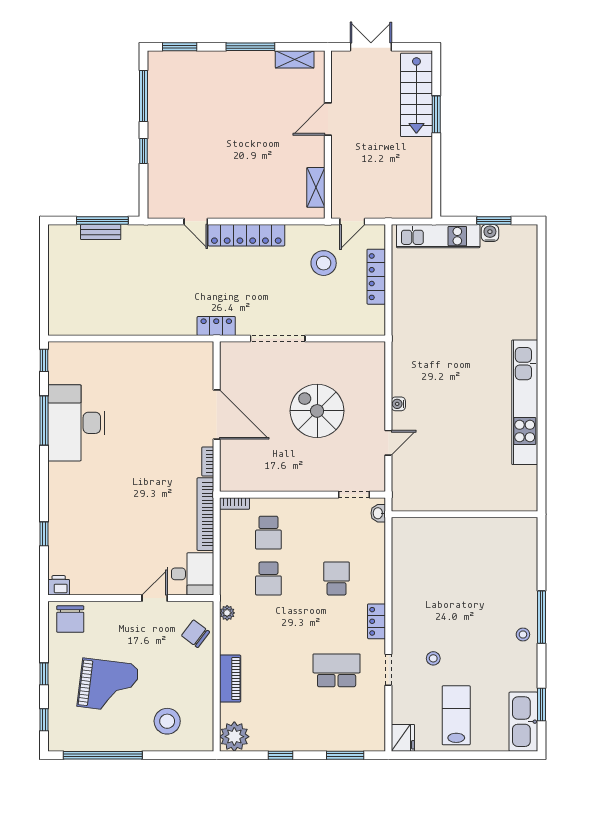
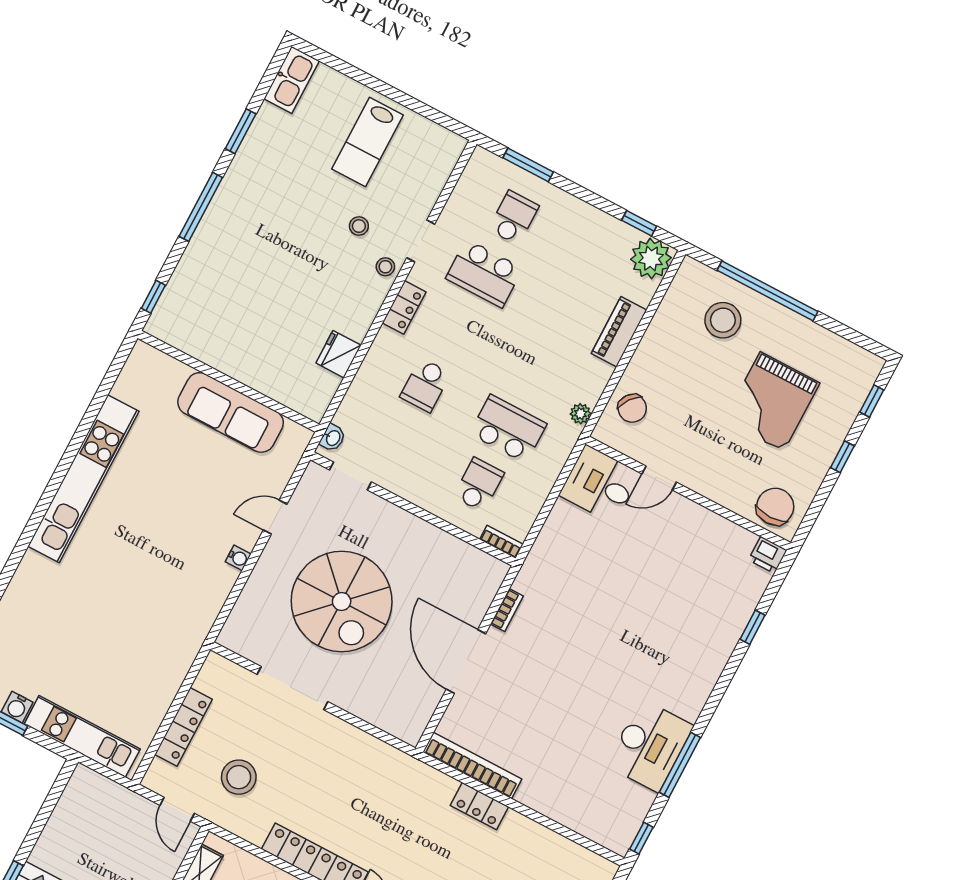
door: (352, 221) -> (177, 809), swing flipped
locker: (216, 326) -> (479, 806), moved
doorway: (278, 339) -> (292, 688), moved
spiral stairs: (317, 411) -> (342, 601), width x1.37, depth x1.37
desk: (76, 423) -> (650, 746), width x0.73, depth x0.77
sofa: (453, 495) -> (231, 412), added
bookcase: (205, 514) -> (472, 766), moved, turned -90
window: (542, 543) -> (153, 297), added
school desk: (268, 579) -> (508, 429), width x1.85
stool: (523, 635) -> (385, 267), moved
grand piano: (108, 686) -> (772, 402), turned -97
window: (542, 704) -> (241, 131), moved
school desk: (337, 716) -> (514, 218), added
kitchen sink: (523, 722) -> (292, 80), width x0.73, depth x0.81
fridge: (403, 738) -> (339, 354), moved
window: (103, 755) -> (768, 291), moved
window: (281, 755) -> (639, 223), moved

